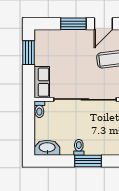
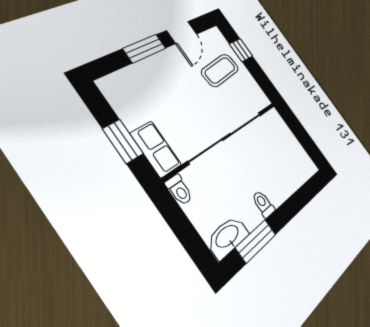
window: (29, 53) -> (123, 141), moved
window: (88, 161) -> (256, 241), moved

